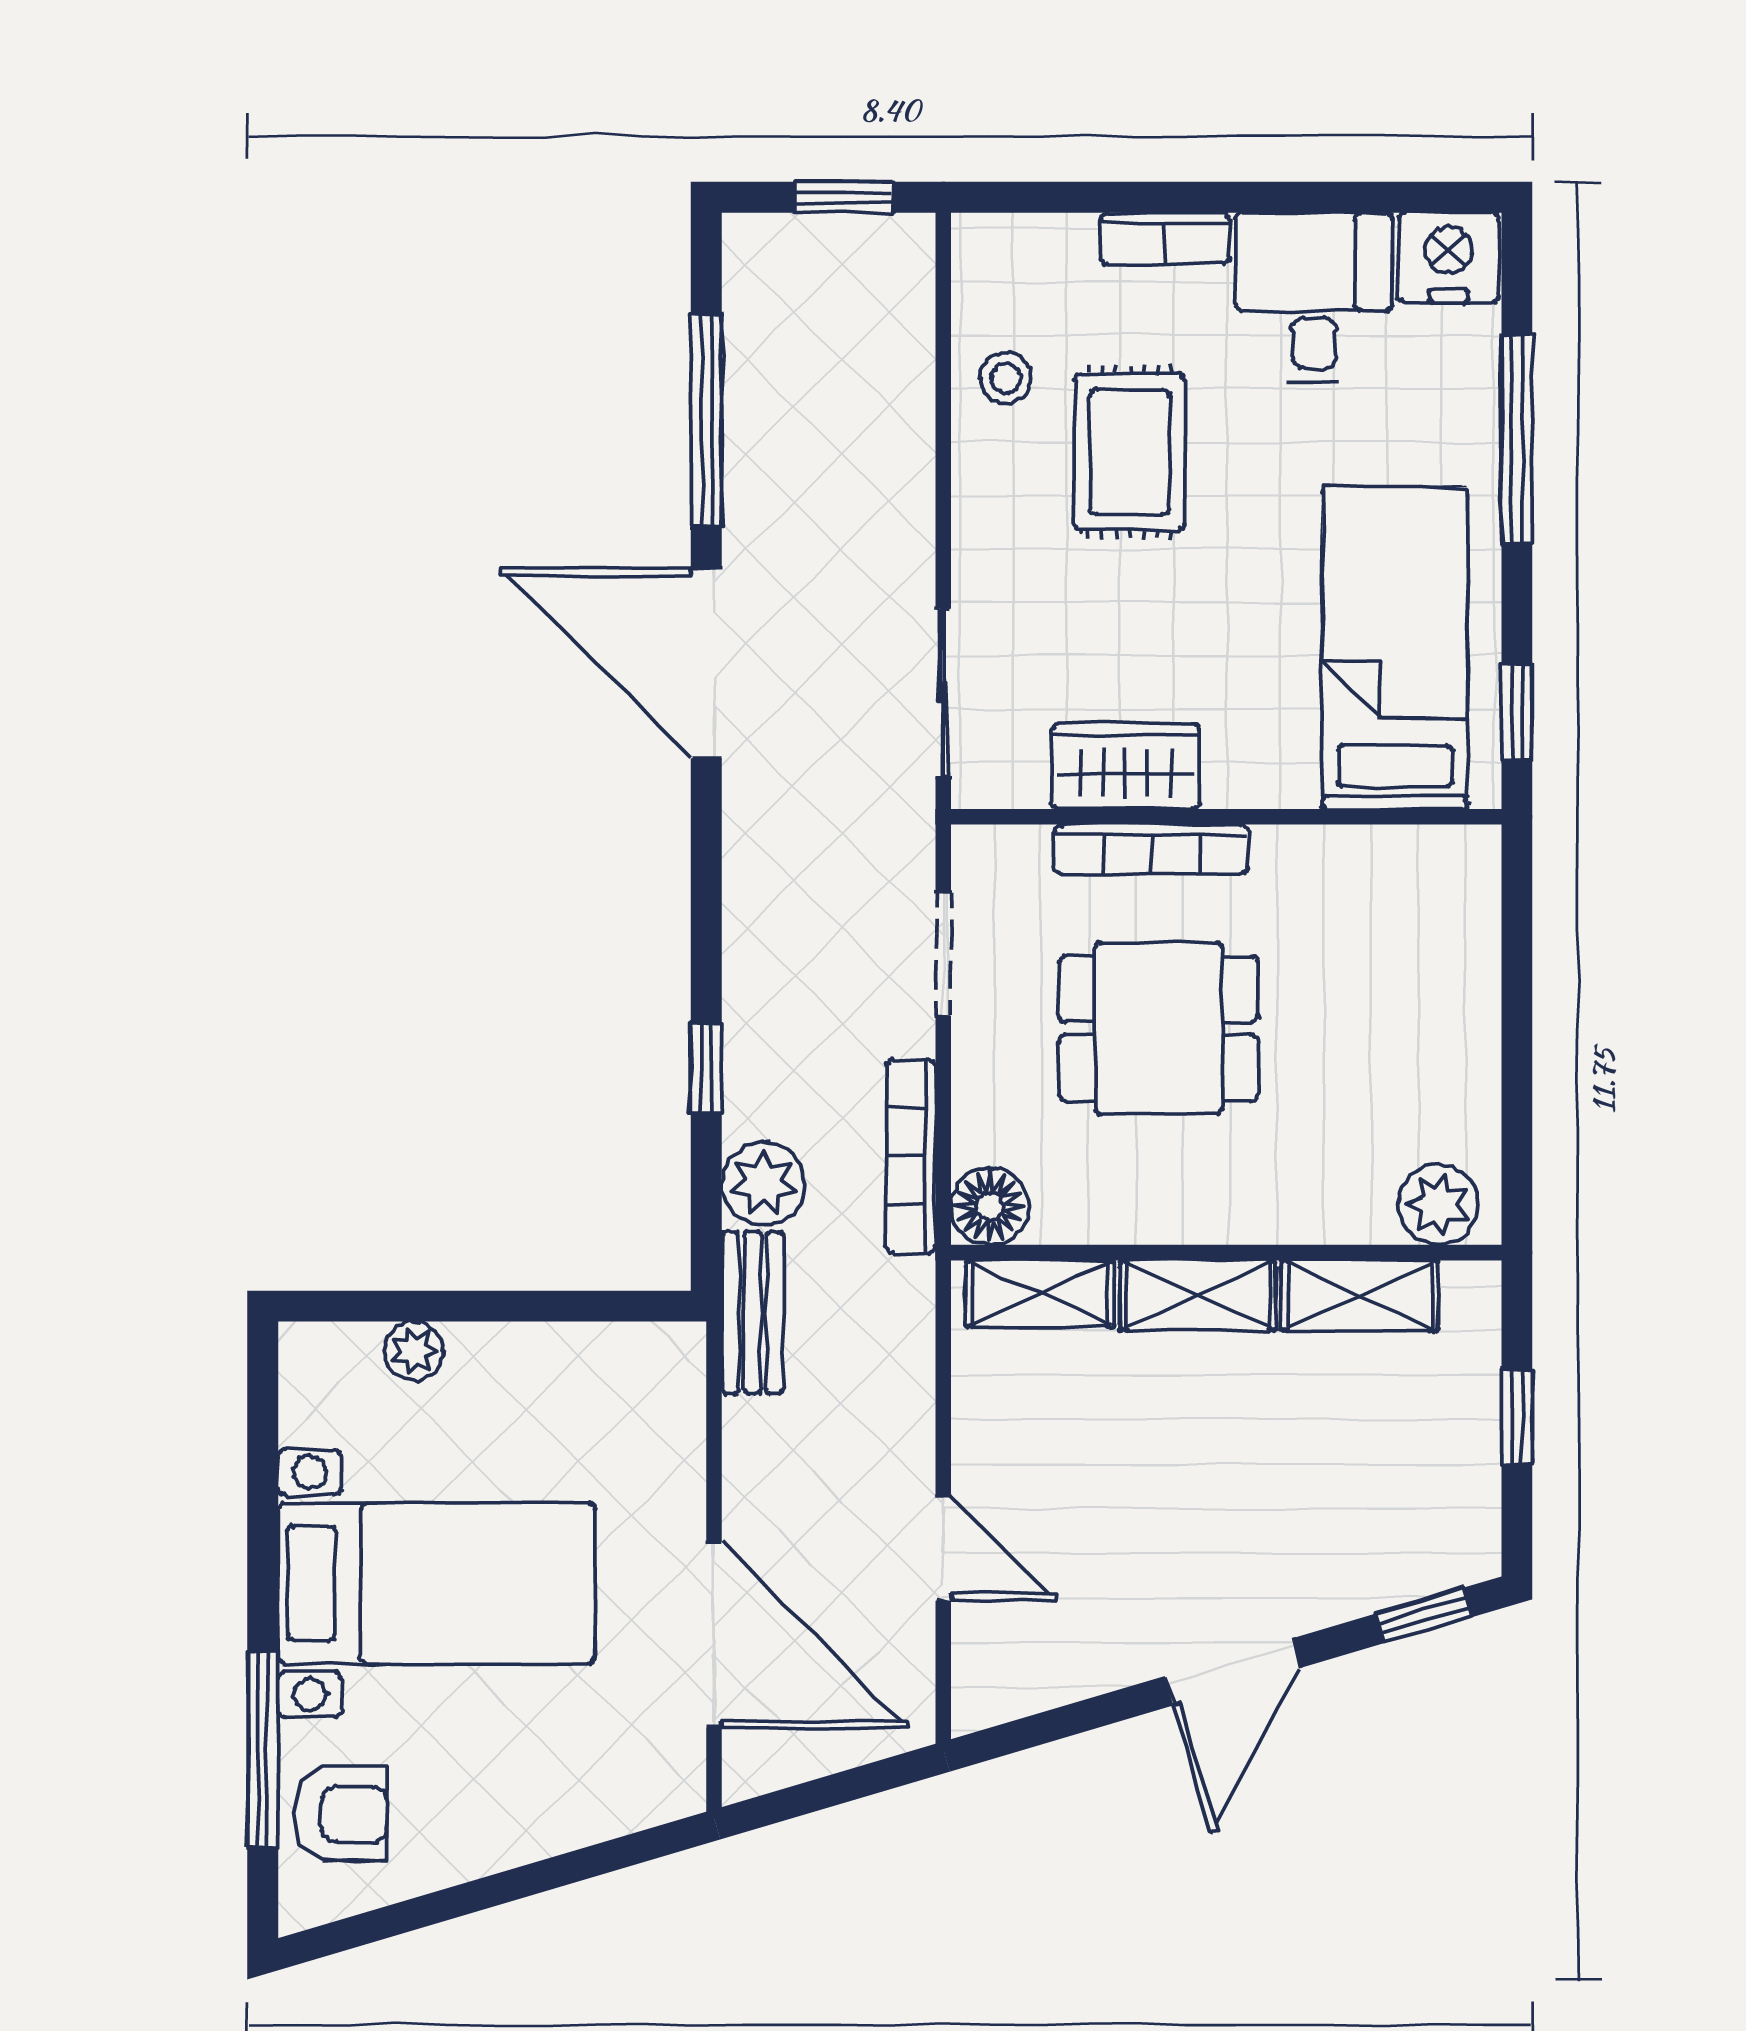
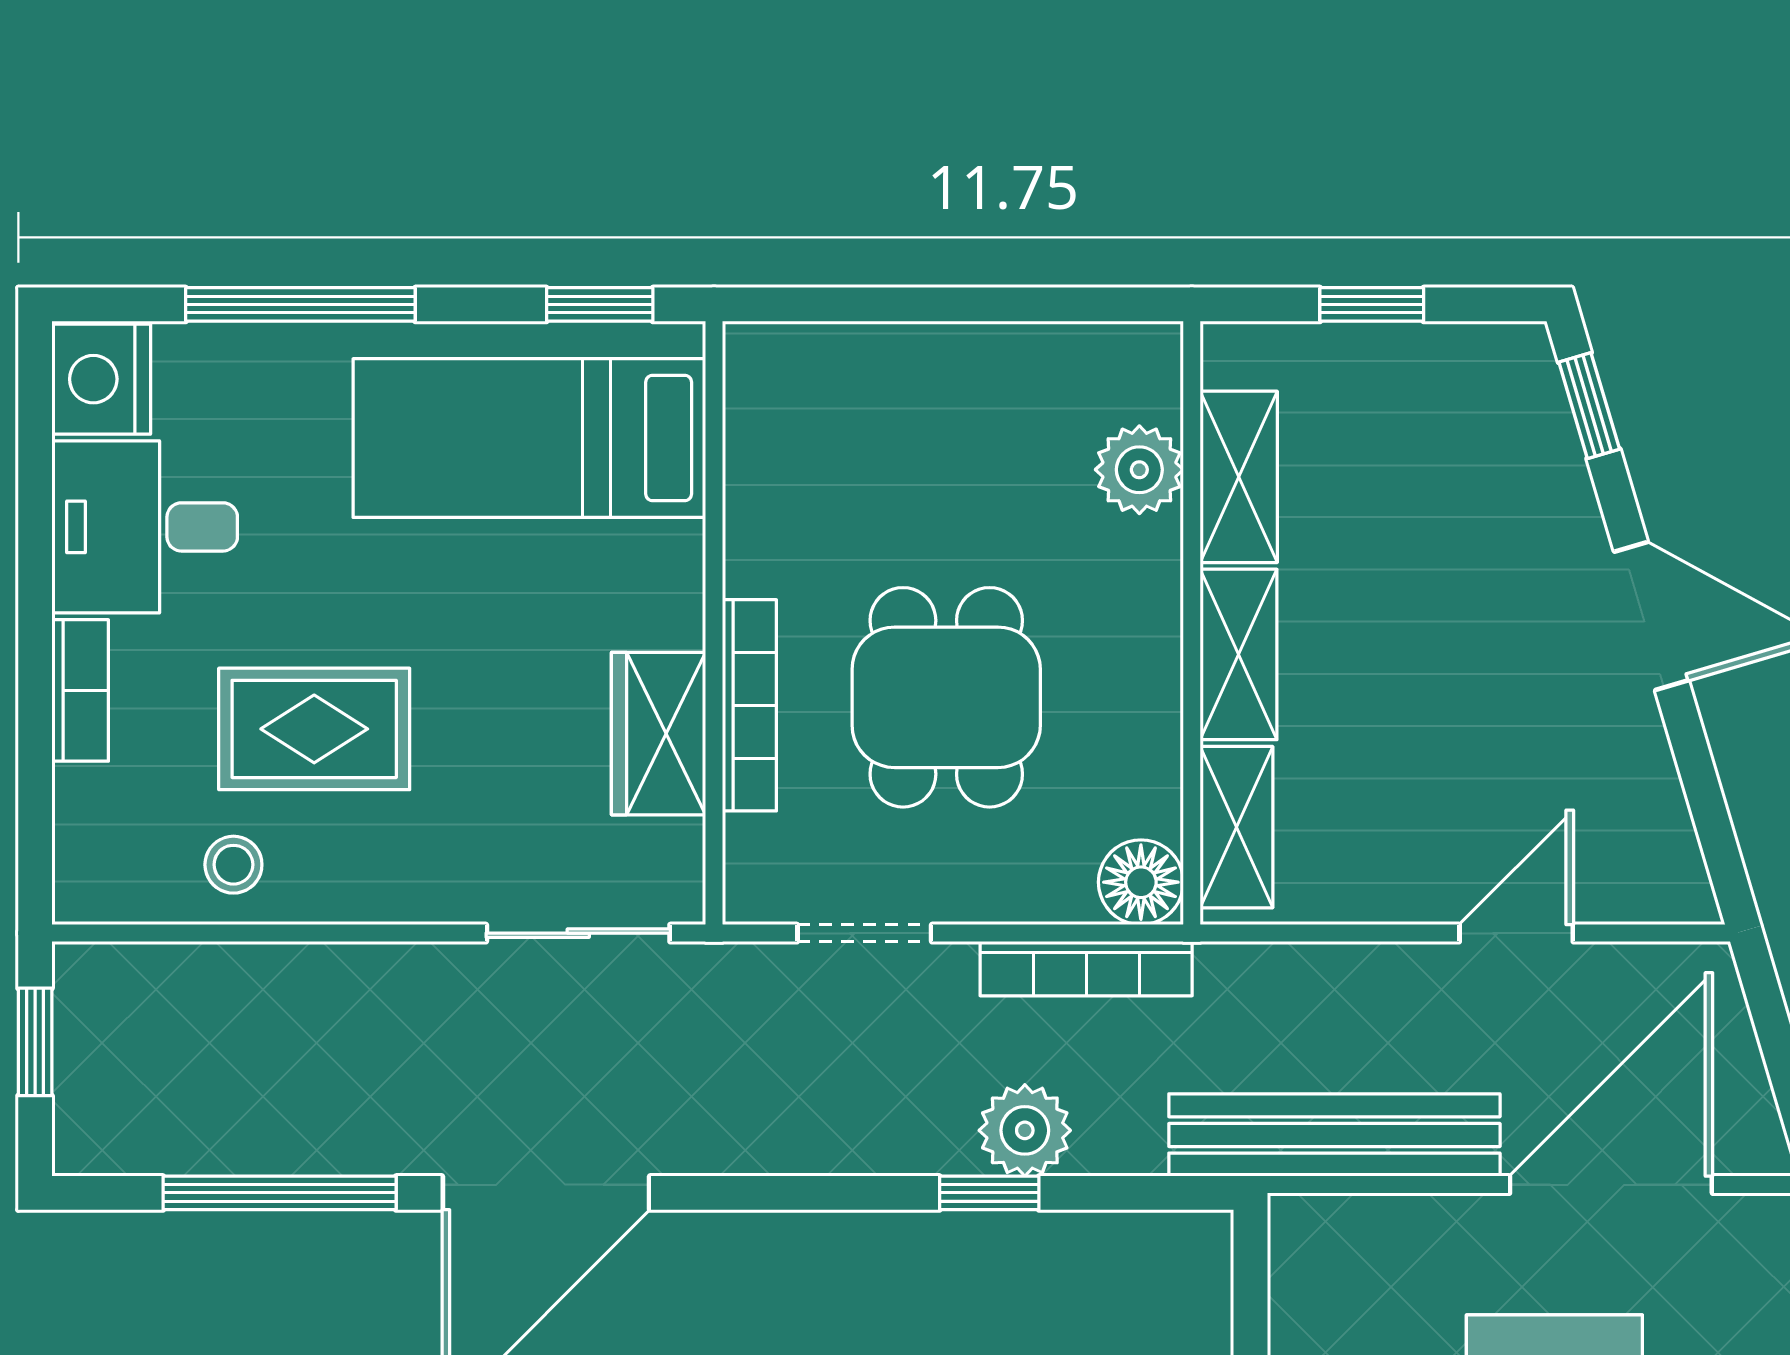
plant: (763, 1184) -> (1025, 1130), moved
plant: (1438, 1205) -> (1139, 470), moved
bench: (753, 1313) -> (1334, 1135), width x1.86, depth x1.21

